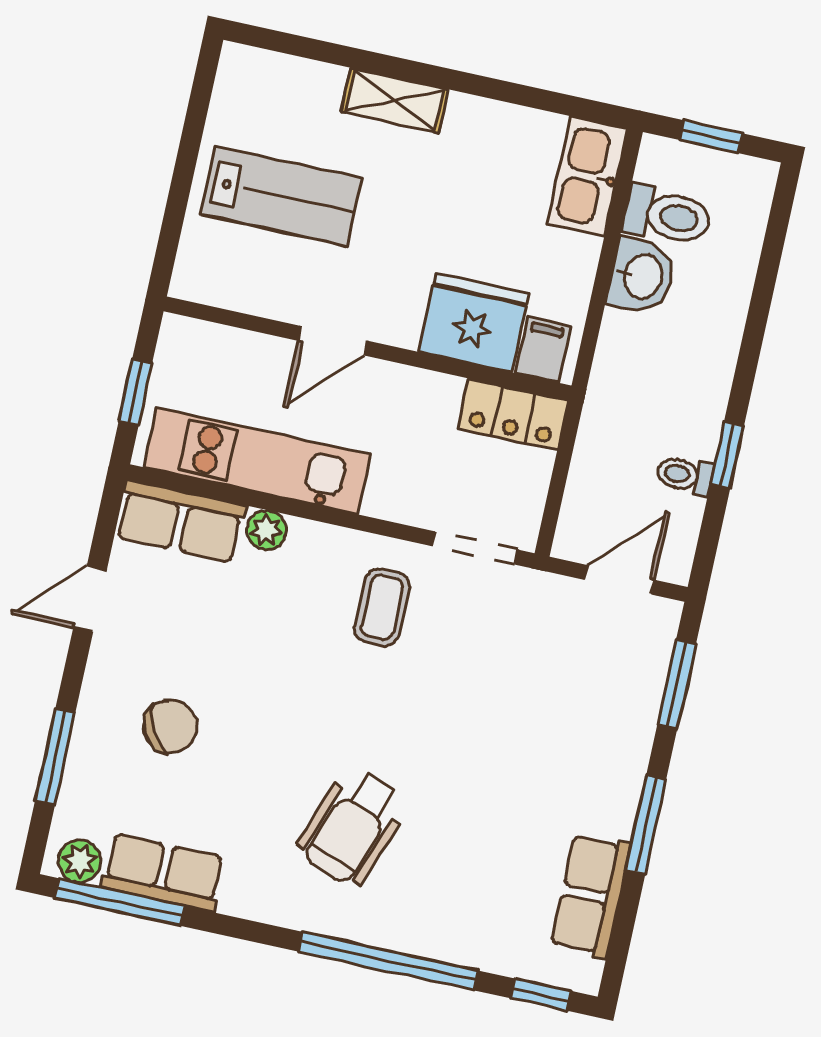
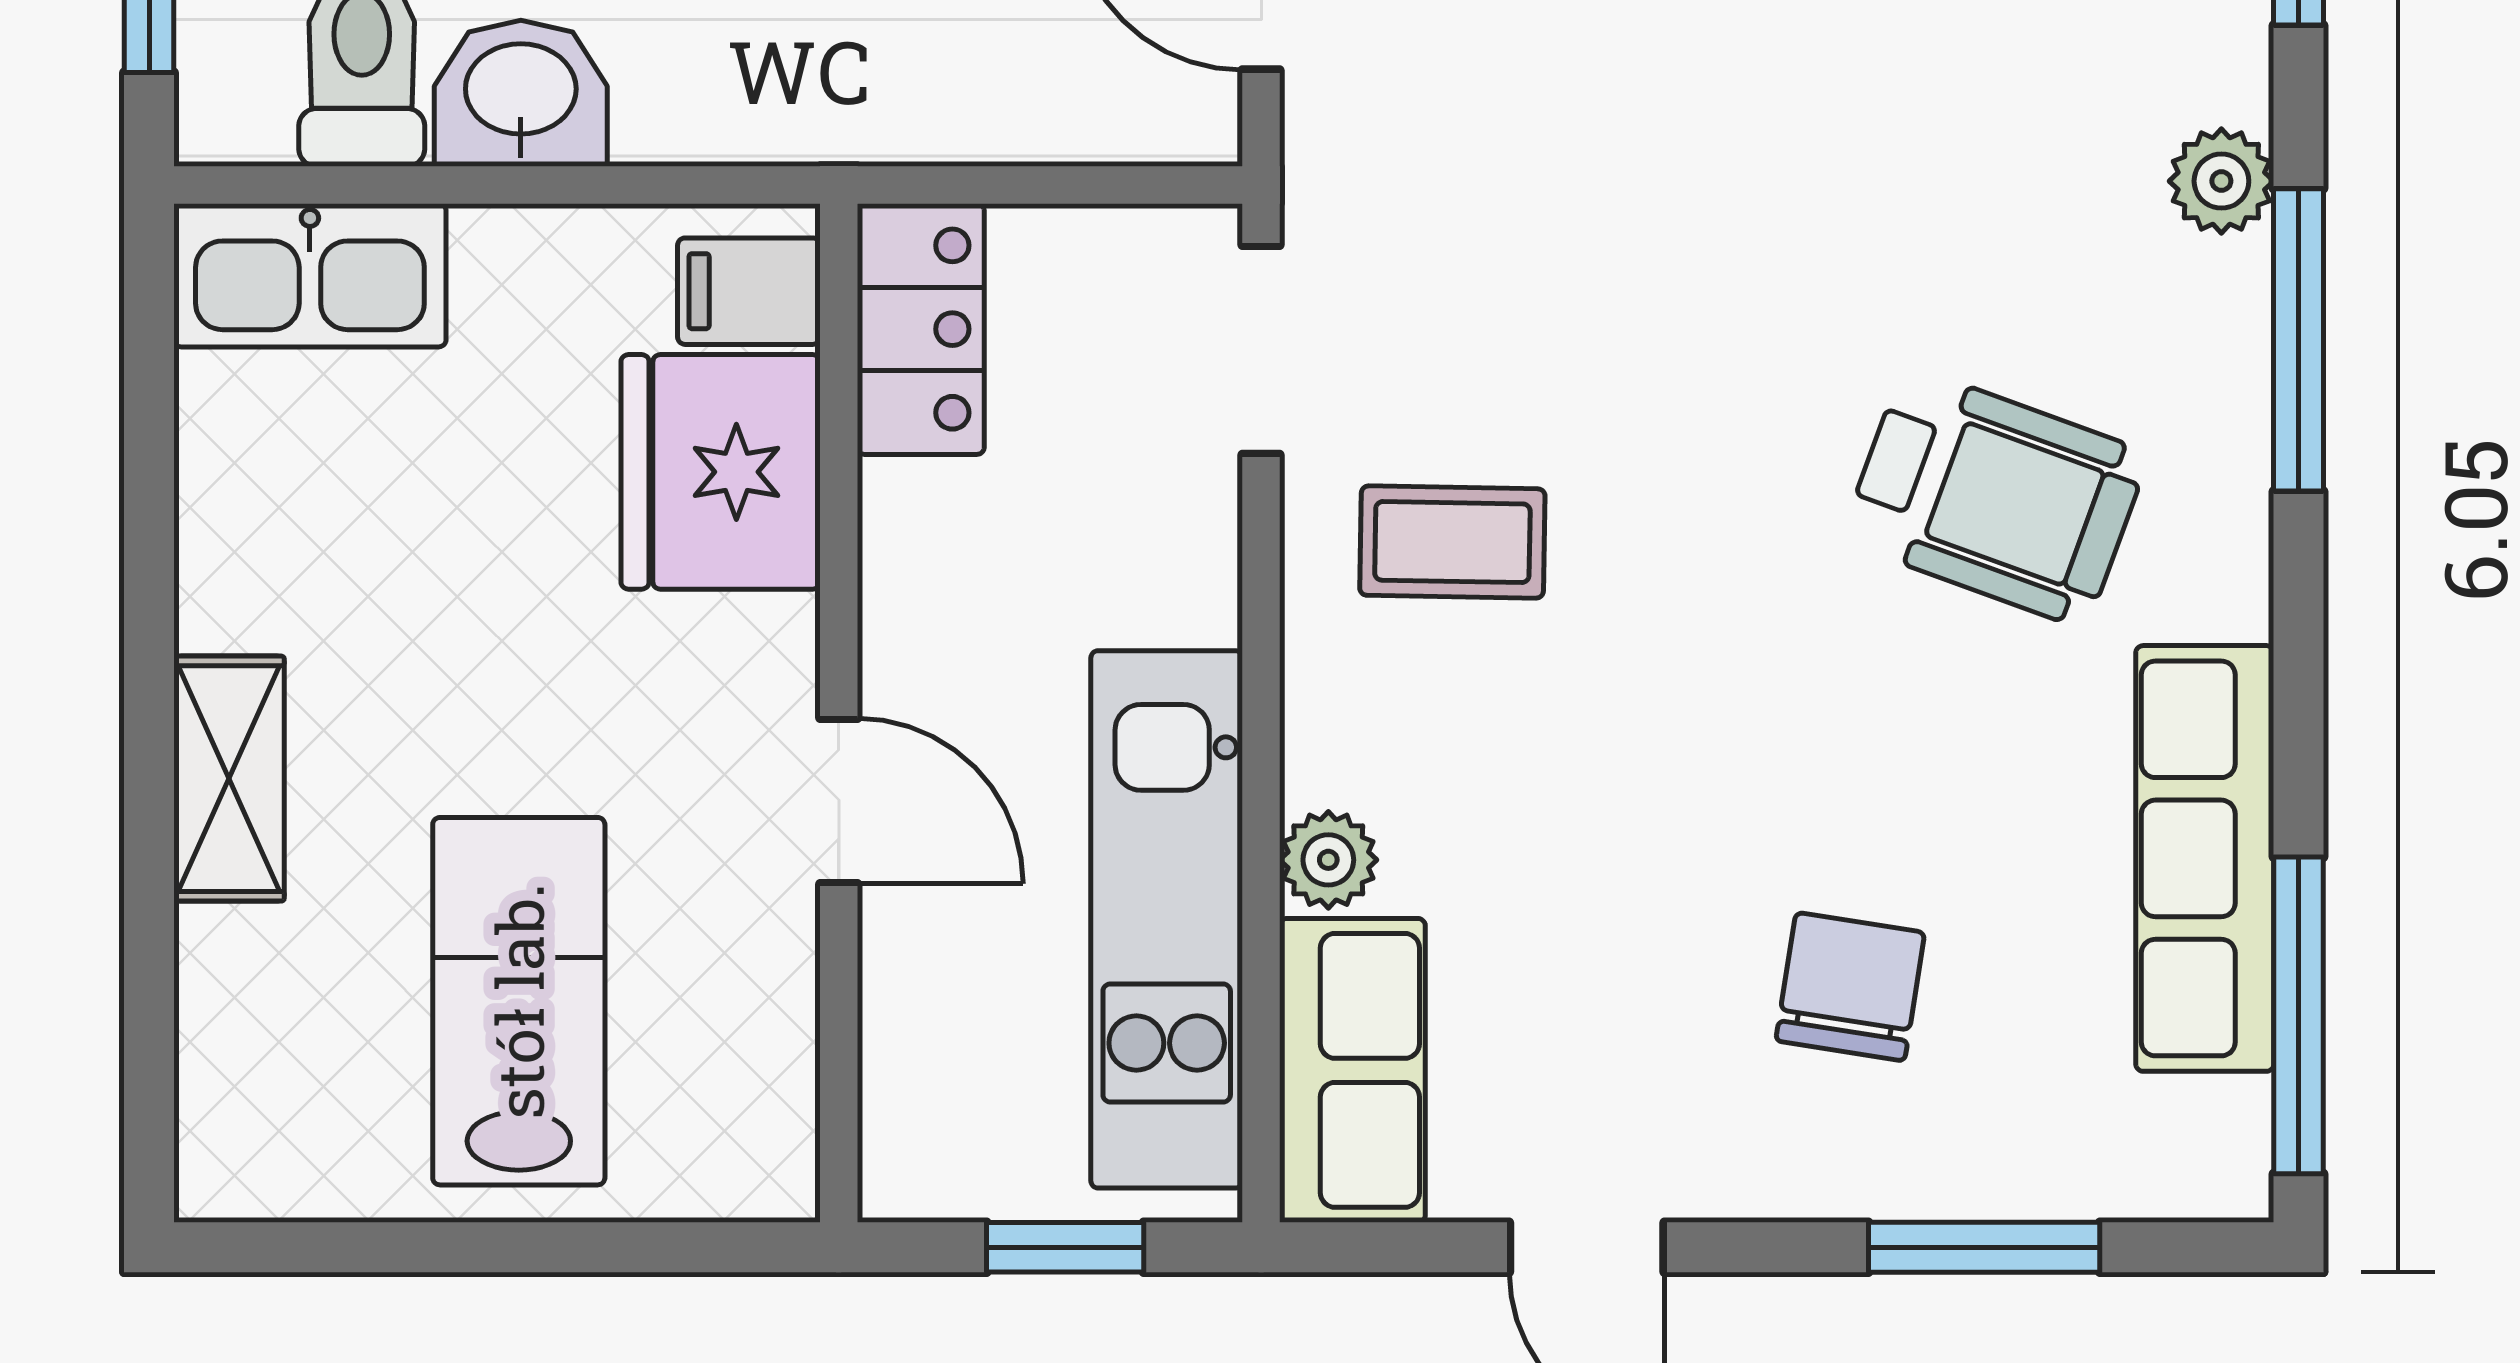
chair: (170, 726) -> (1850, 987), turned 37
plant: (80, 861) -> (2221, 181), moved
row of seats: (163, 872) -> (2205, 858), width x1.48
window: (388, 961) -> (2299, 340), width x0.68

